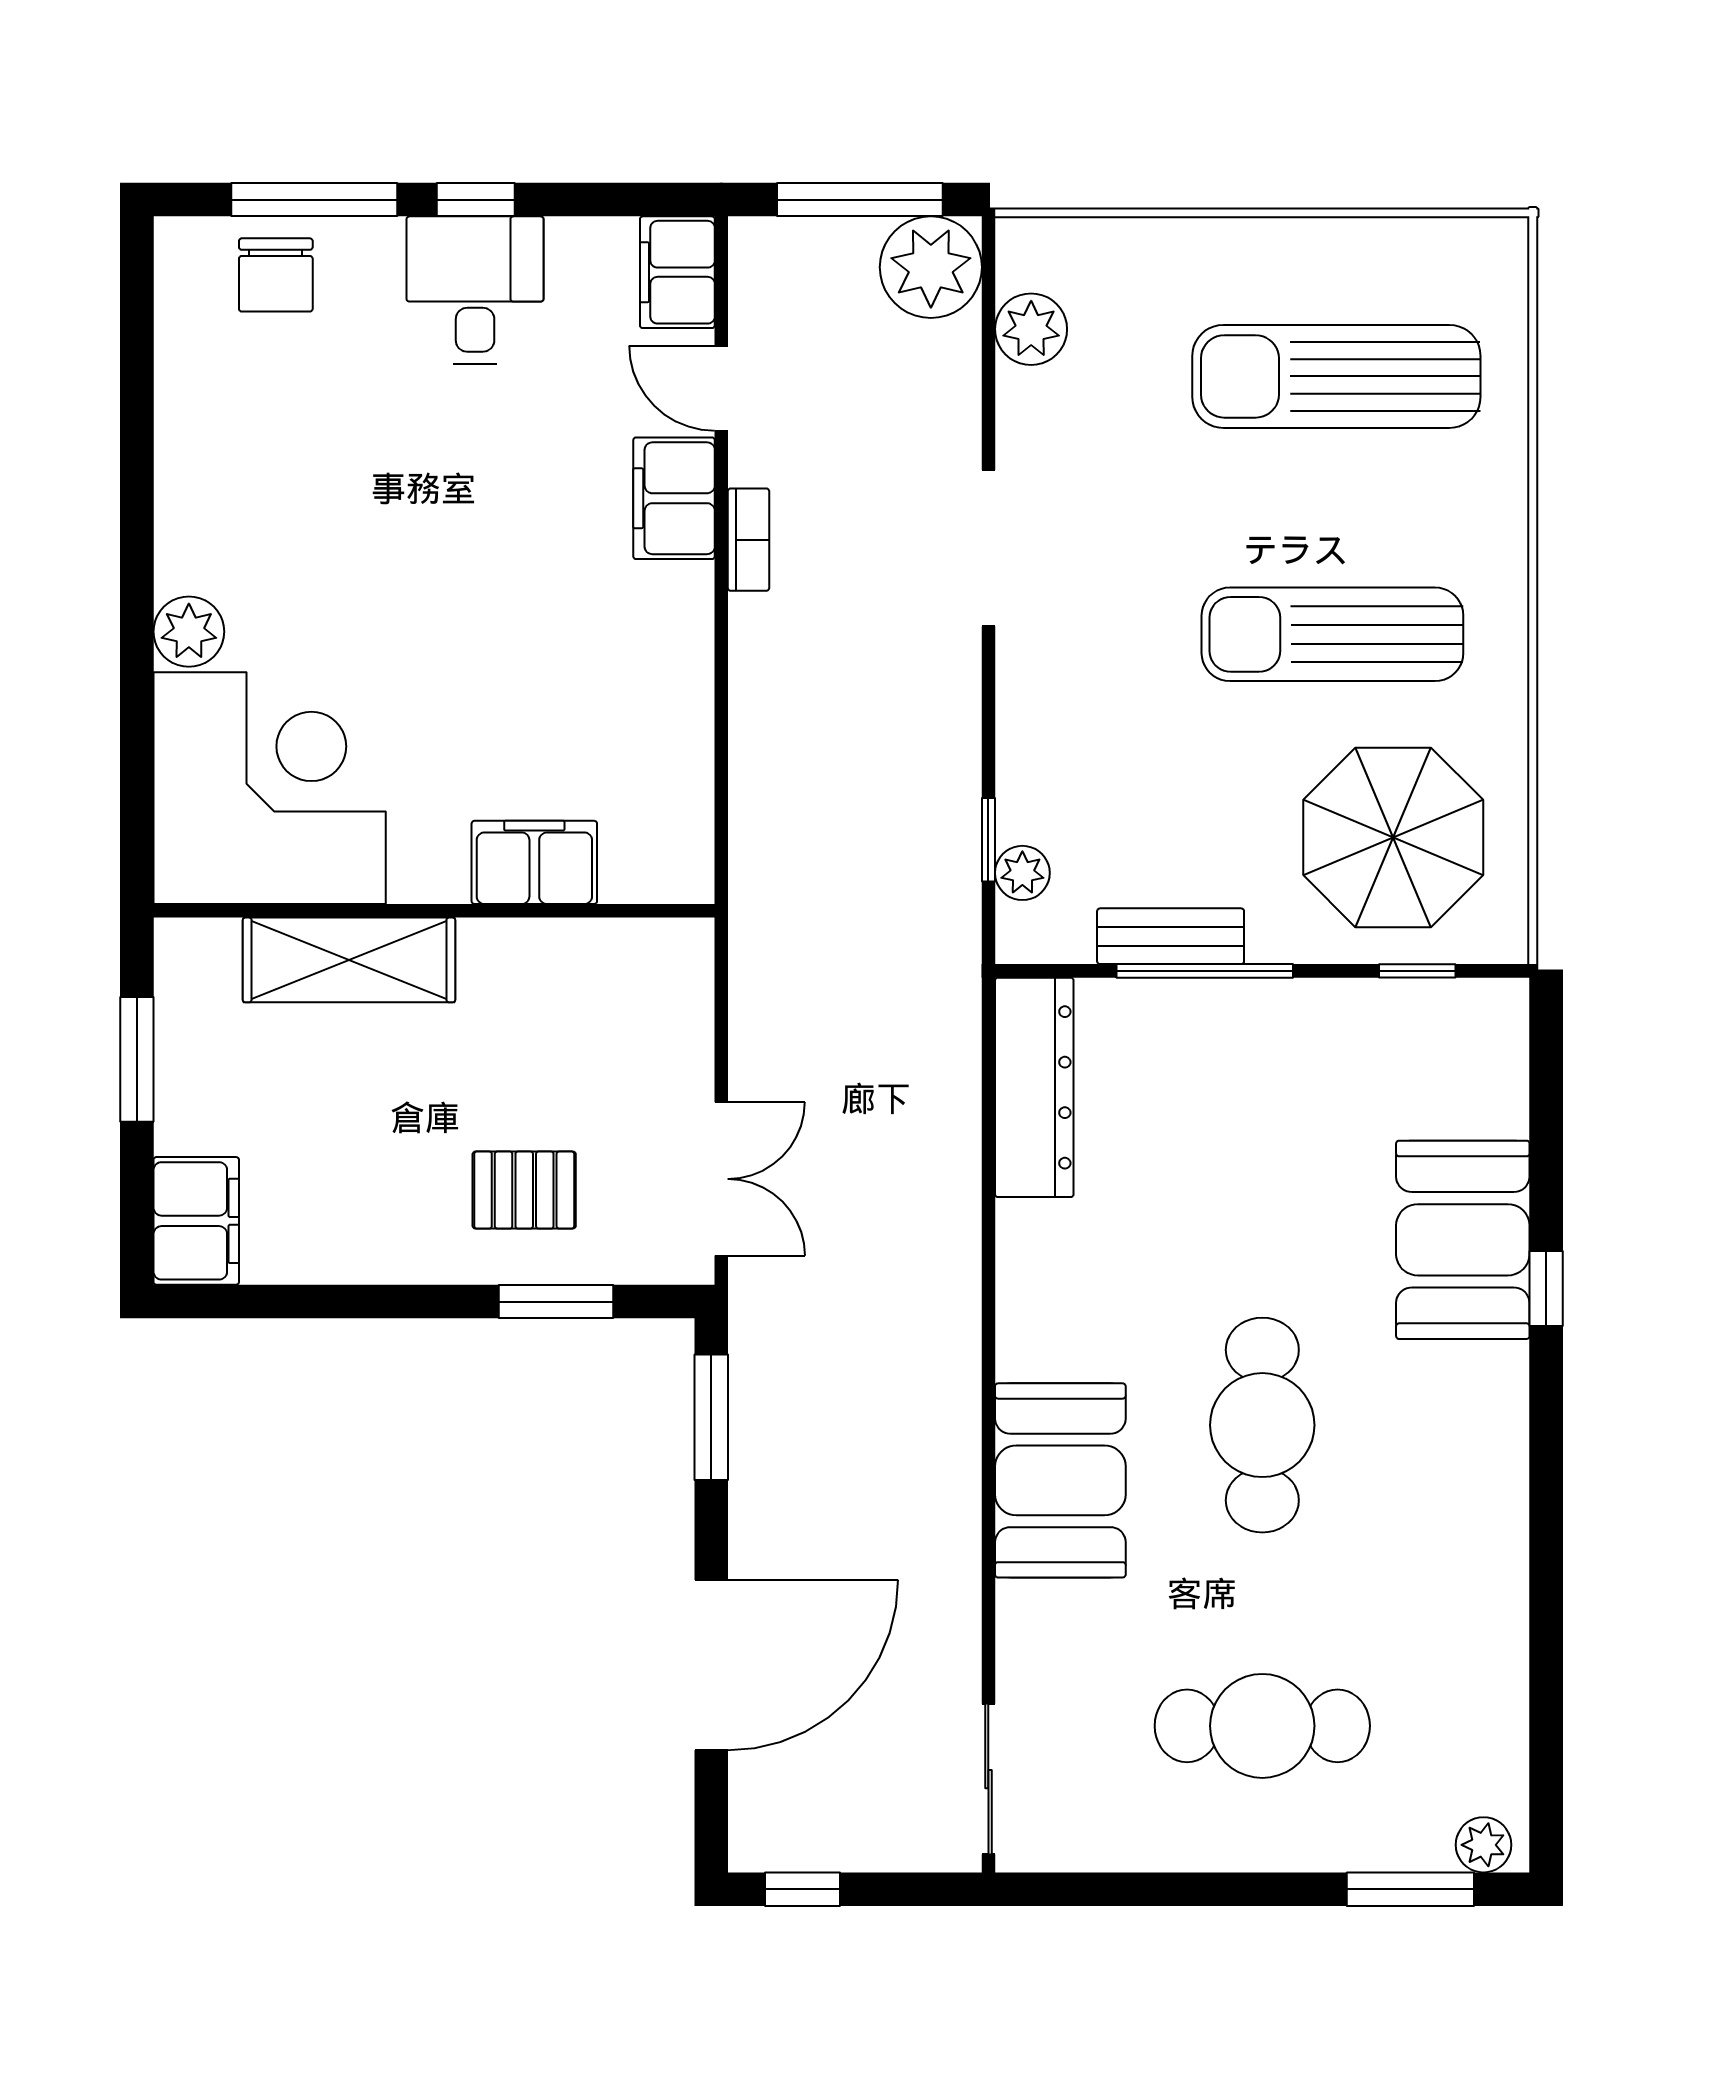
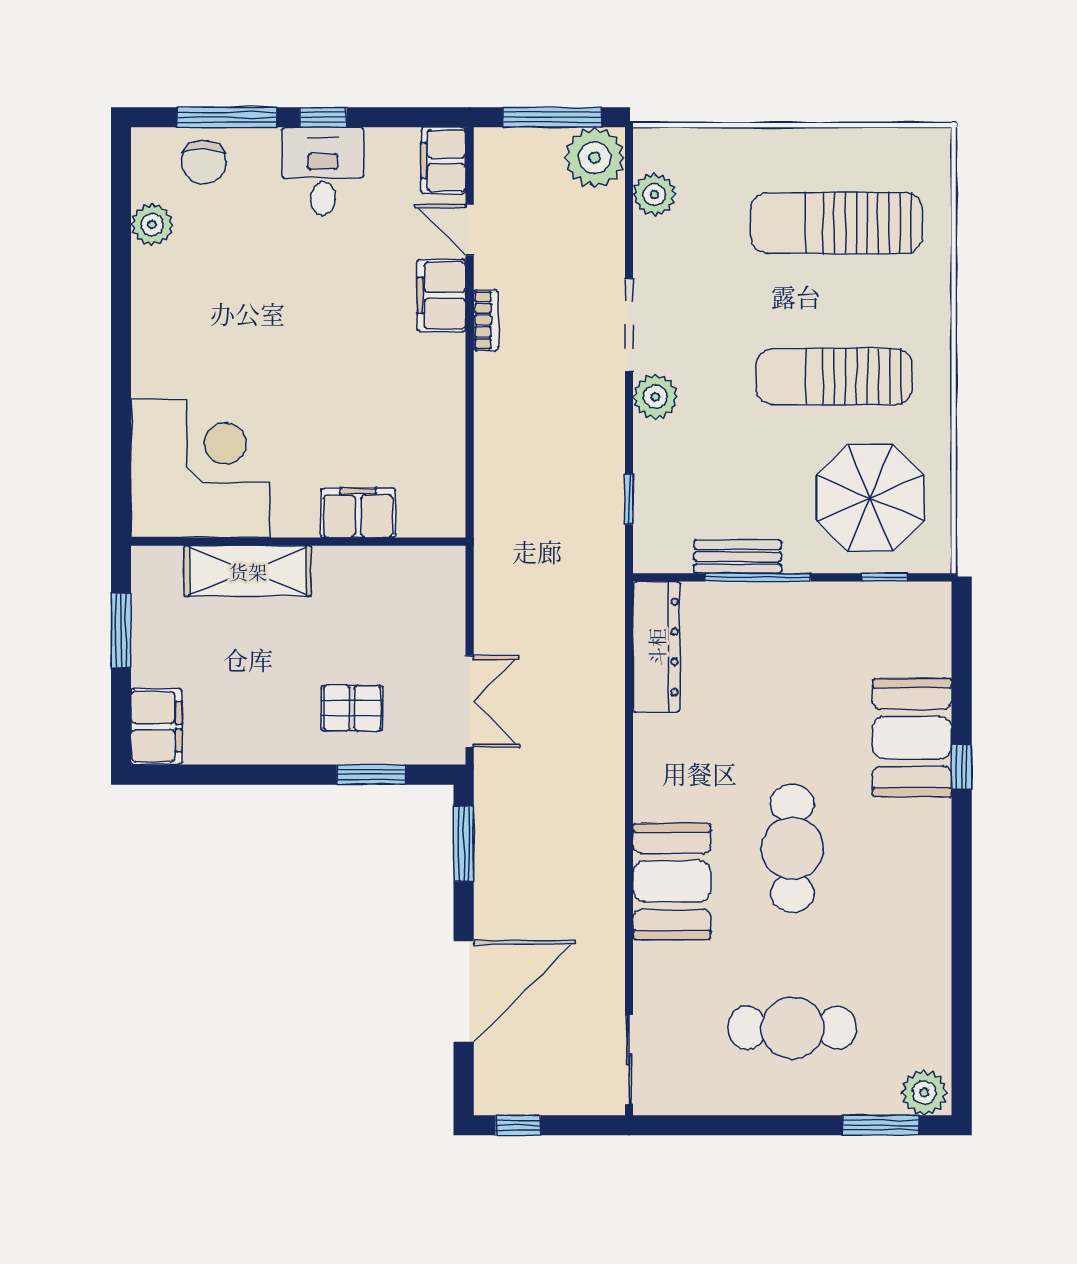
plant: (189, 632) -> (152, 224), moved
plant: (1022, 873) -> (655, 397), moved, width x1.38, depth x1.38
plant: (1483, 1845) -> (924, 1093), width x1.38, depth x1.38

